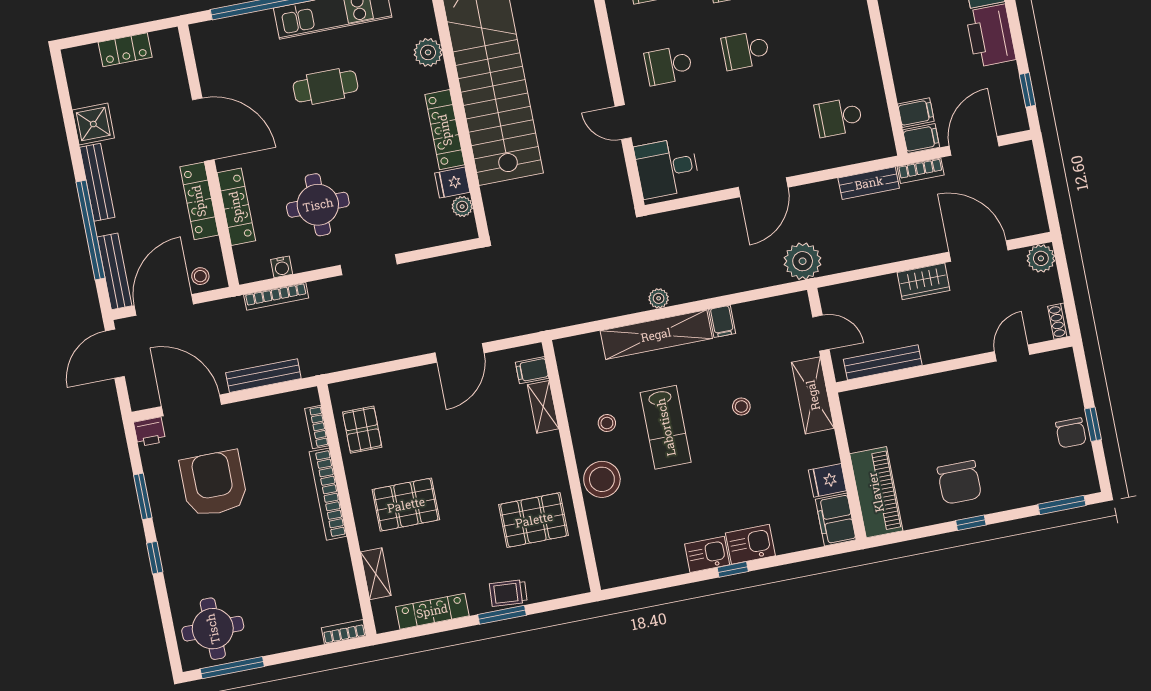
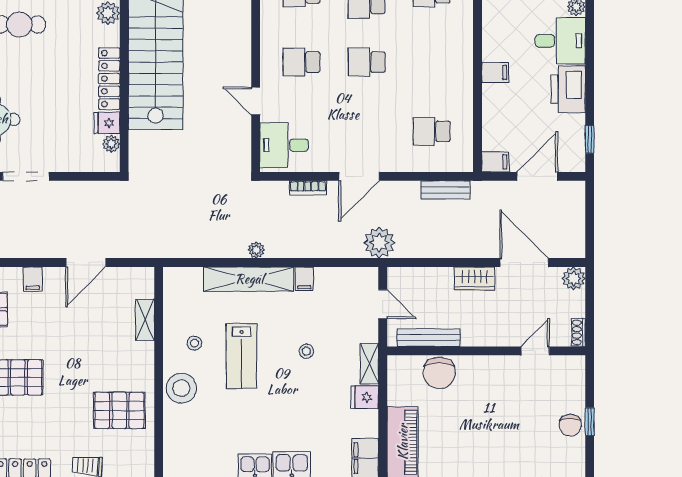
filing cabinet: (916, 113) -> (495, 72), moved
bookcase: (921, 171) -> (308, 188), moved
filing cabinet: (532, 370) -> (33, 279), moved, turned -90
shelving: (813, 395) -> (369, 364), width x0.67, depth x0.75
fridge: (827, 480) -> (365, 397), moved
chair: (959, 482) -> (439, 373), moved

